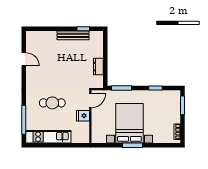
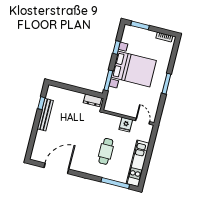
door: (24, 59) -> (56, 168), width x1.88
dresser: (98, 67) -> (93, 100), moved
door: (90, 100) -> (143, 121), moved
bed with nightstands: (129, 123) -> (134, 69), moved, turned 180

